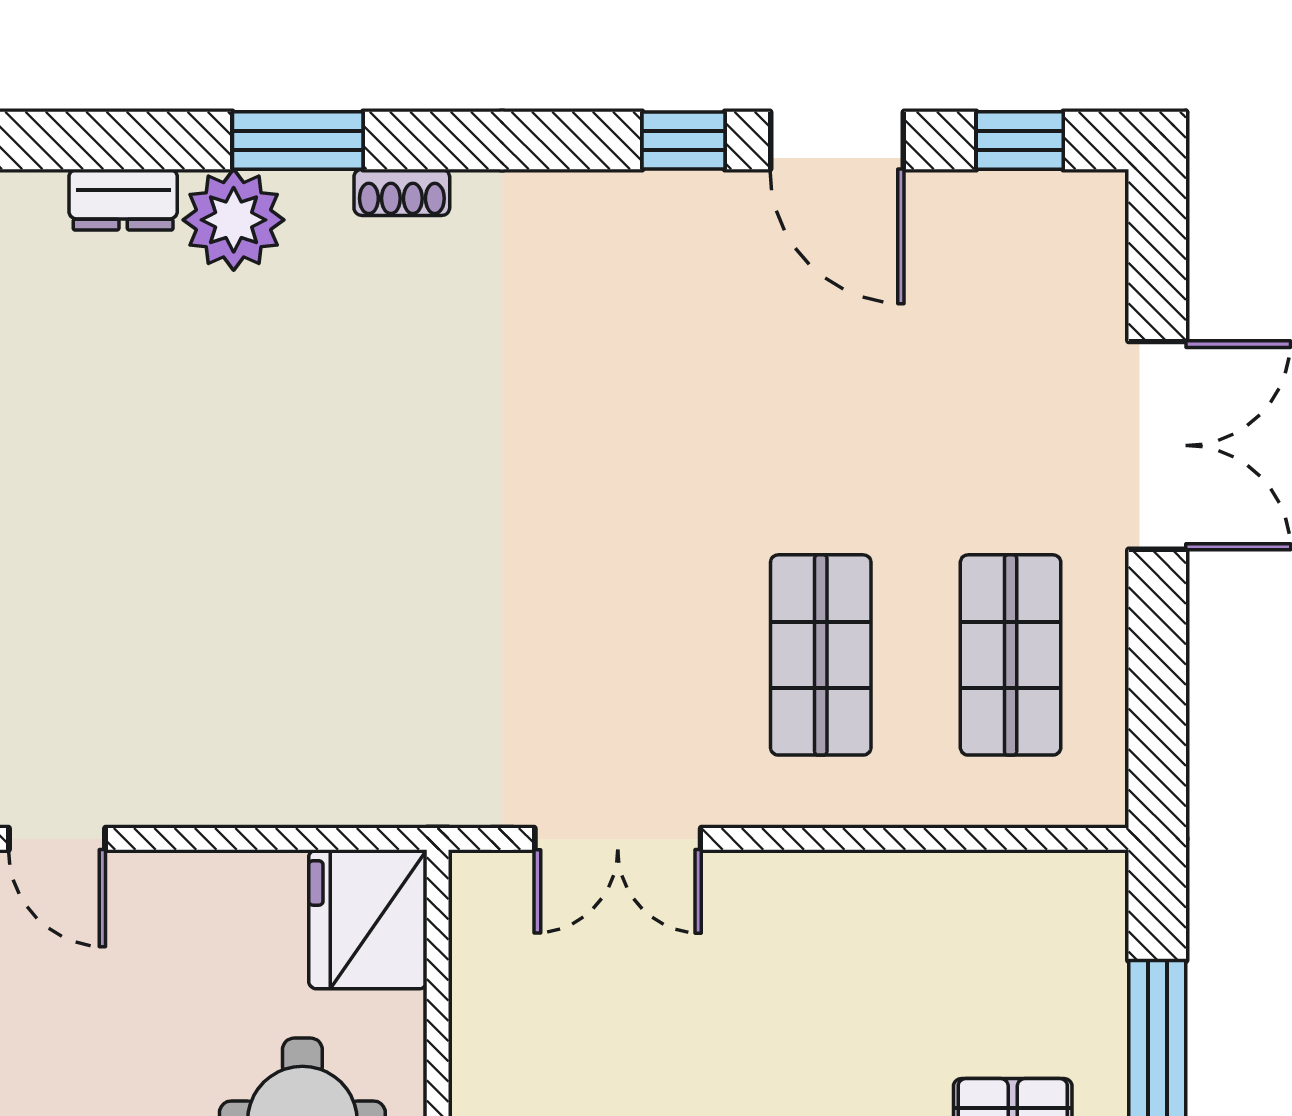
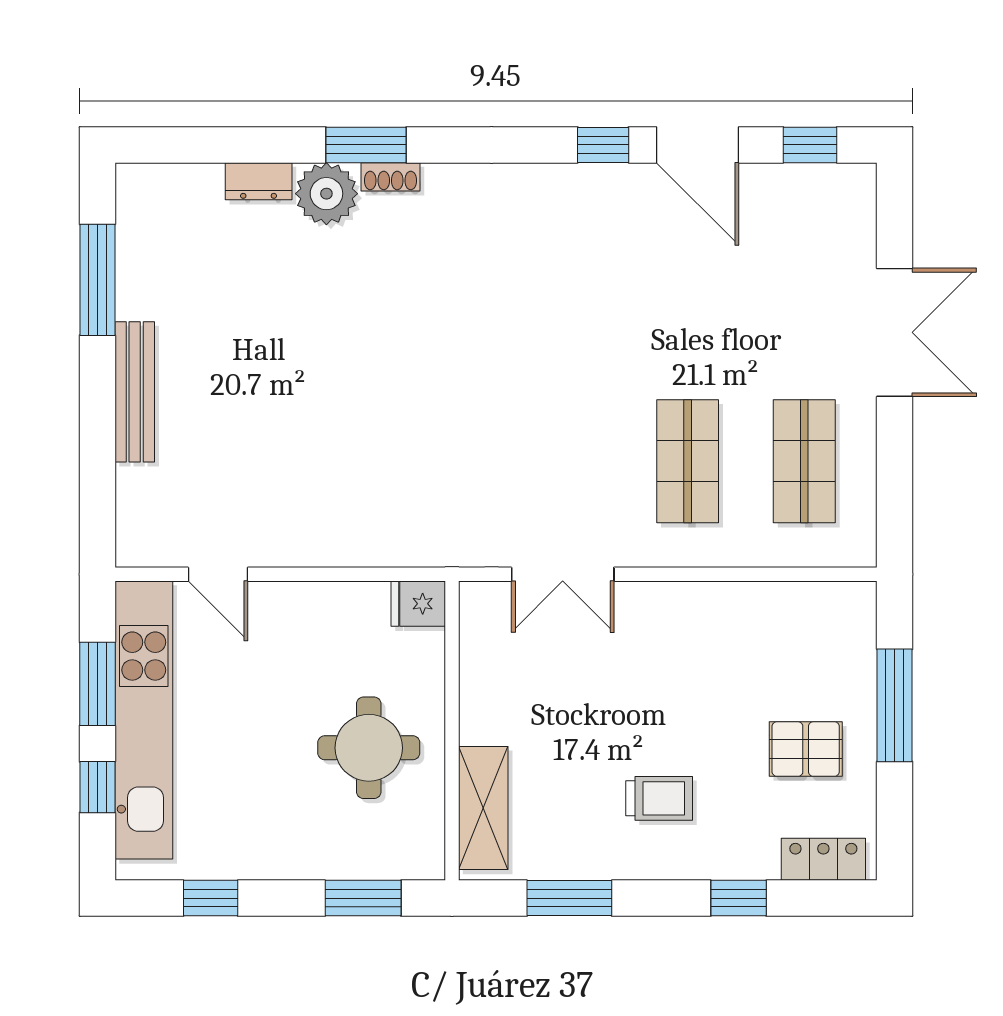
shoe rack: (402, 192) -> (390, 177), moved
fridge: (368, 919) -> (418, 604), width x0.53, depth x0.75

